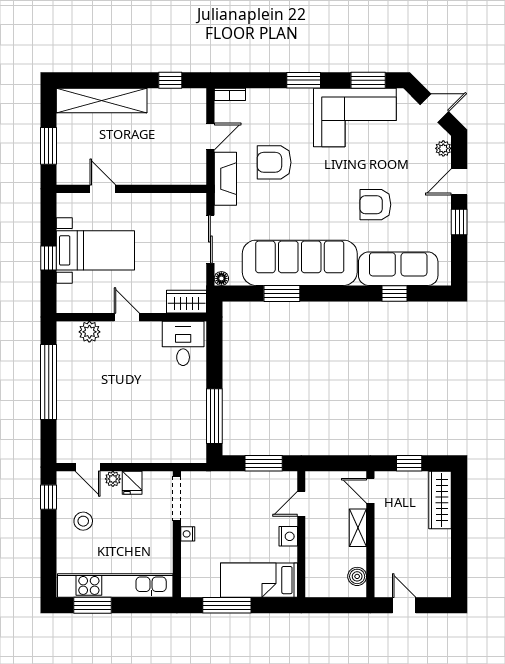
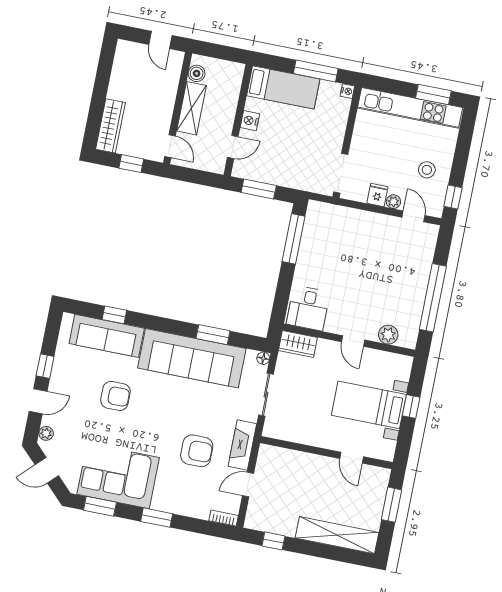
shelving: (358, 528) -> (192, 108), width x1.50, depth x1.33
nightstand: (188, 534) -> (347, 91), moved

